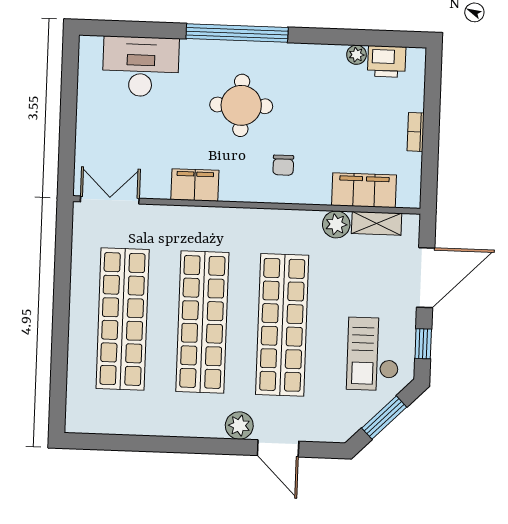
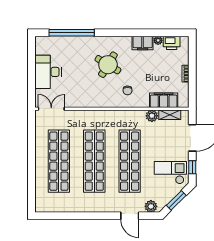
window: (237, 33) -> (72, 33), moved
desk: (141, 67) -> (48, 72), moved, turned -90
round table: (241, 105) -> (108, 65), turned 31
filing cabinet: (195, 185) -> (143, 43), moved, turned 180
checkout: (373, 354) -> (170, 173), turned 90
plant: (239, 426) -> (151, 206), moved

